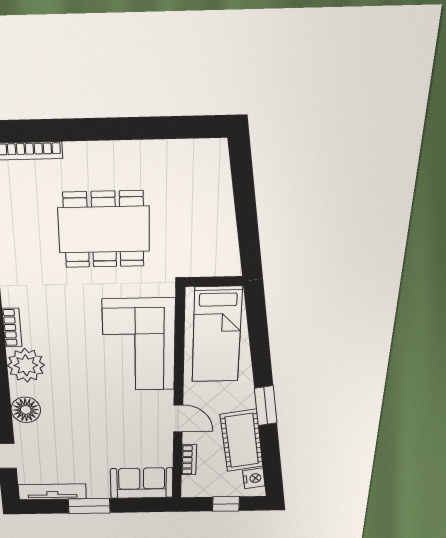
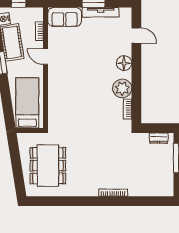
dining table: (104, 230) -> (48, 166), moved, turned 90
corner sofa: (139, 345) -> (66, 98), removed
tv unit: (52, 492) -> (101, 12), moved

